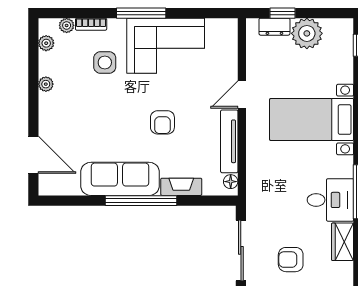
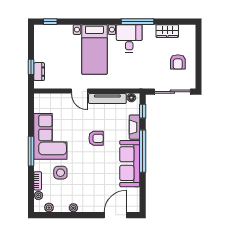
plant: (307, 33) -> (43, 52), removed
desk: (330, 200) -> (129, 38), moved
window: (208, 201) -> (143, 111), added

